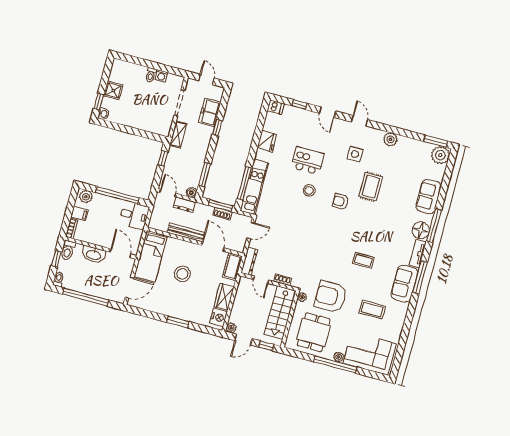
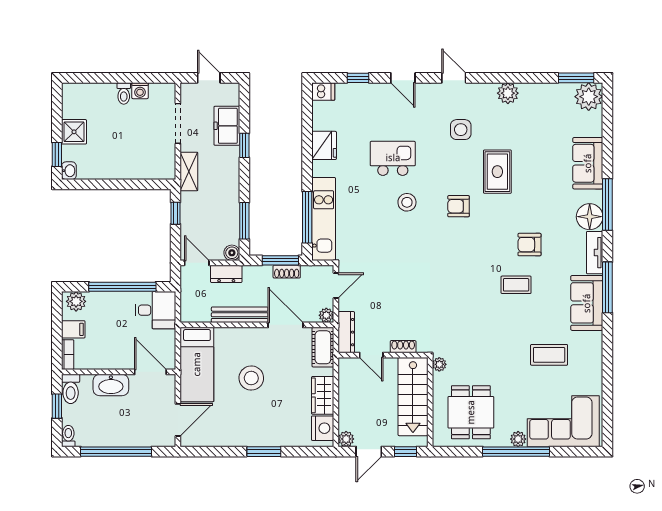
plant: (240, 247) -> (326, 315), added
armchair: (331, 297) -> (530, 245), moved, width x0.53, depth x0.53

